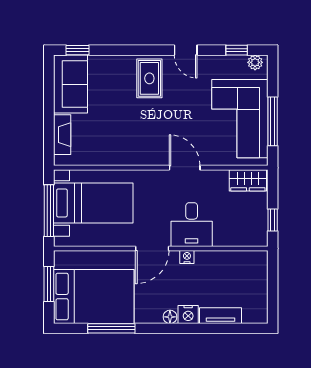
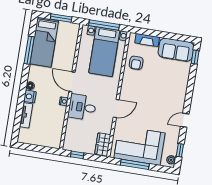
rug: (149, 78) -> (172, 96), removed
armchair: (103, 147) -> (136, 63), added
bed: (94, 297) -> (44, 42), width x0.67

